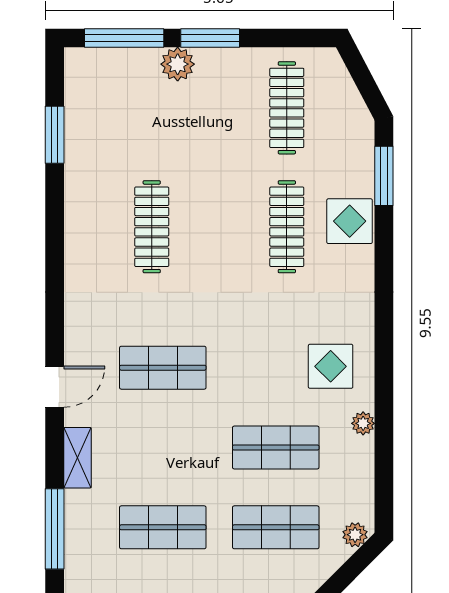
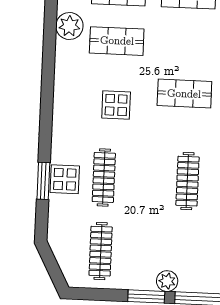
window: (384, 176) -> (43, 181), moved
display table: (331, 366) -> (116, 105), moved
plant: (363, 423) -> (69, 26), moved, width x1.87, depth x1.87

